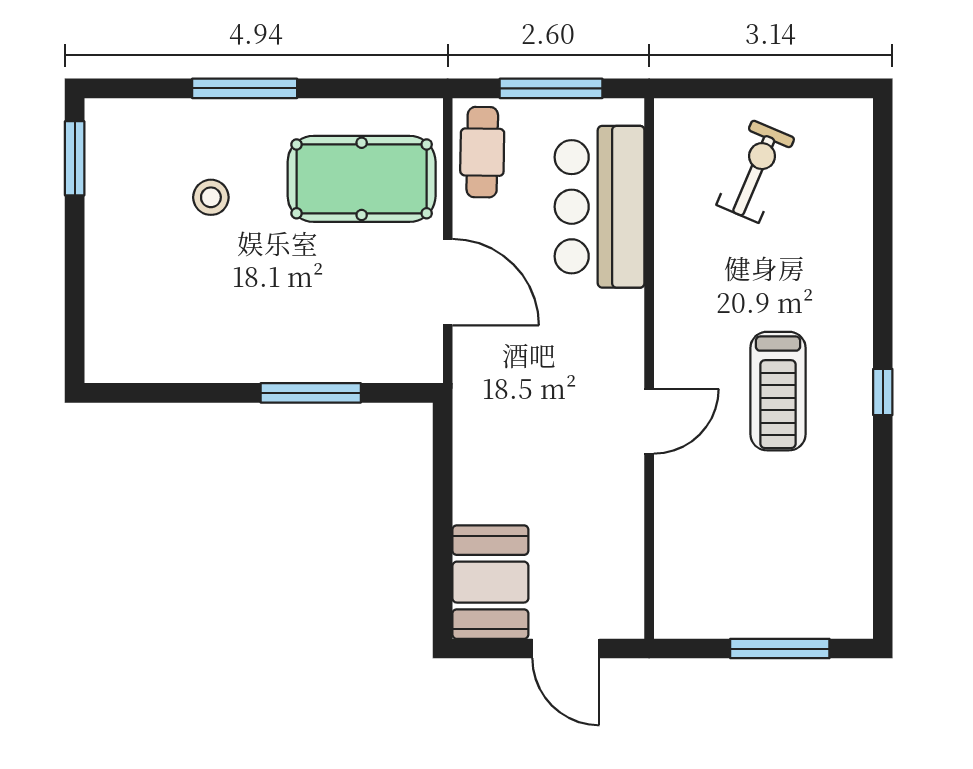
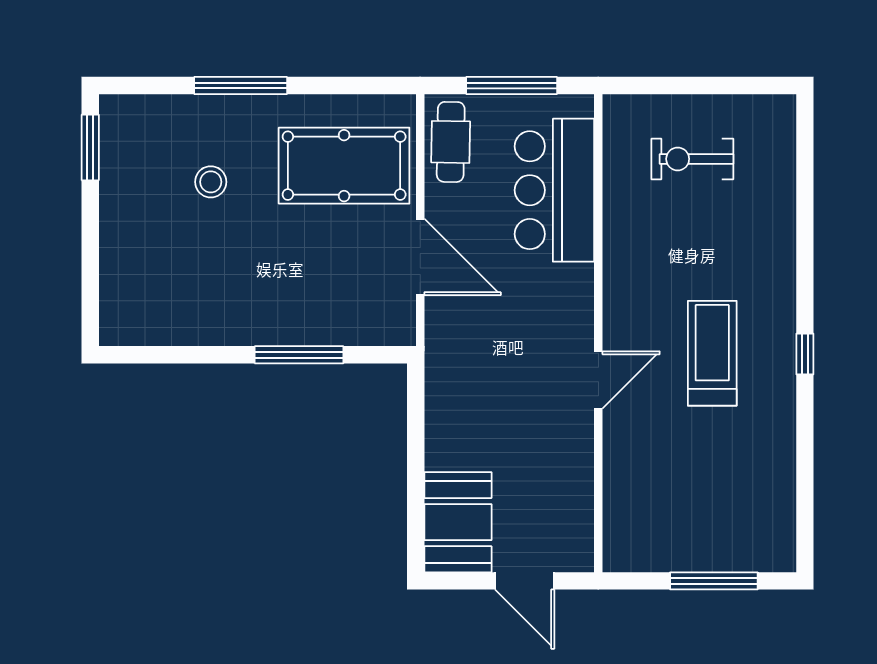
exercise bike: (756, 171) -> (692, 159), turned -113
treadmill: (778, 391) -> (712, 353), turned 180

